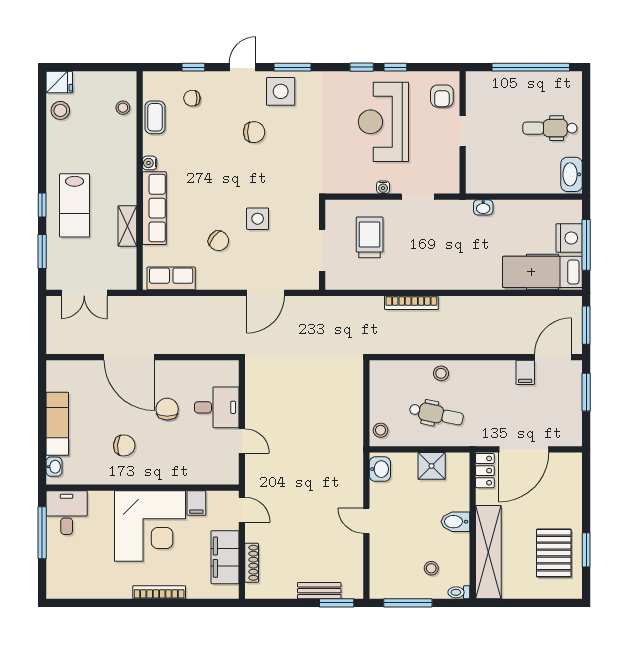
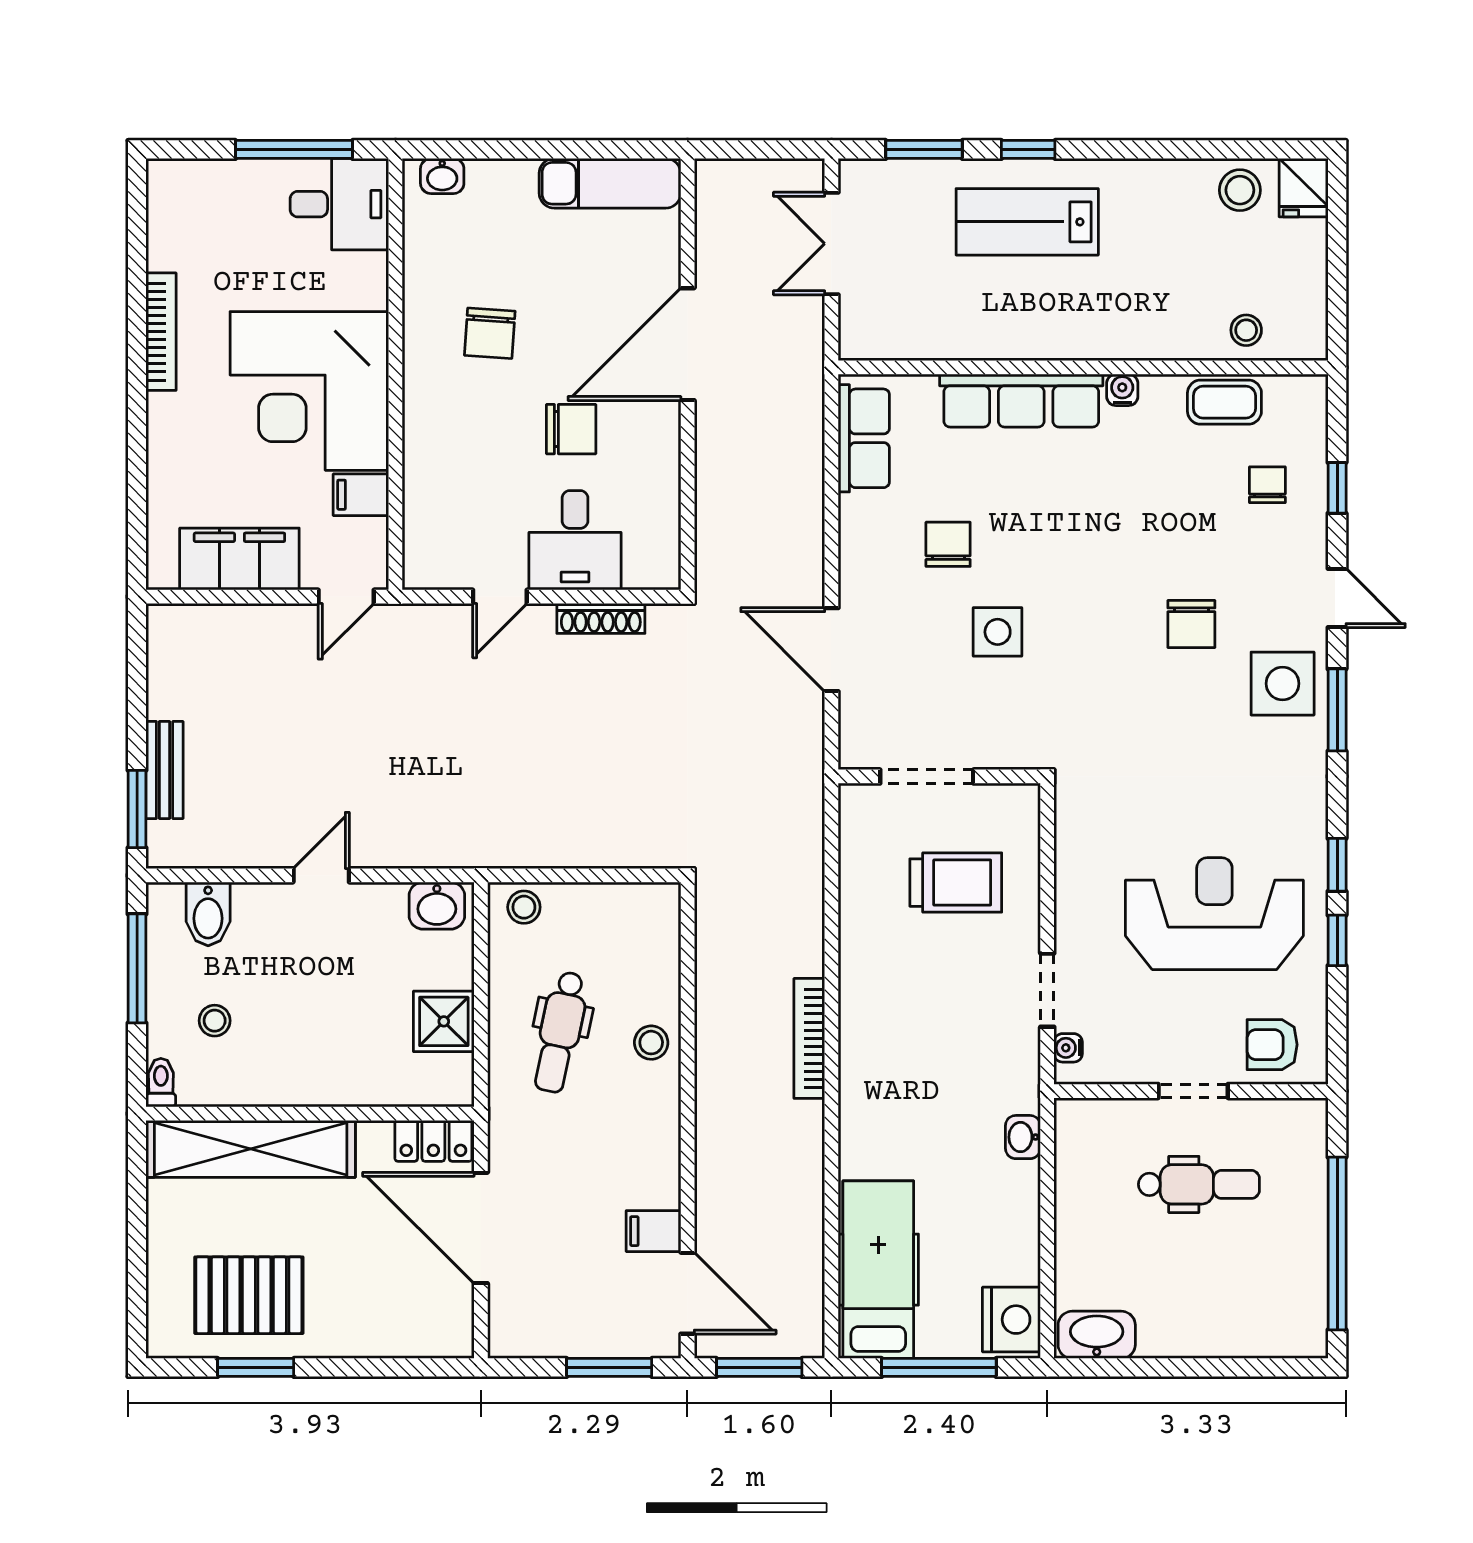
dental chair: (550, 128) -> (1199, 1184), moved, turned 90
water cooler: (383, 187) -> (1068, 1048), moved
shelving: (127, 226) -> (981, 340), removed
nightstand: (569, 238) -> (1011, 1320), moved, turned -90
chair: (219, 241) -> (948, 544), turned 142
bookcase: (411, 303) -> (809, 1038), moved
exam couch: (57, 424) -> (610, 183), moved
bidet: (455, 522) -> (208, 914), moved, turned 180
shoe rack: (252, 563) -> (601, 618), moved
bookcase: (159, 592) -> (161, 332), moved

